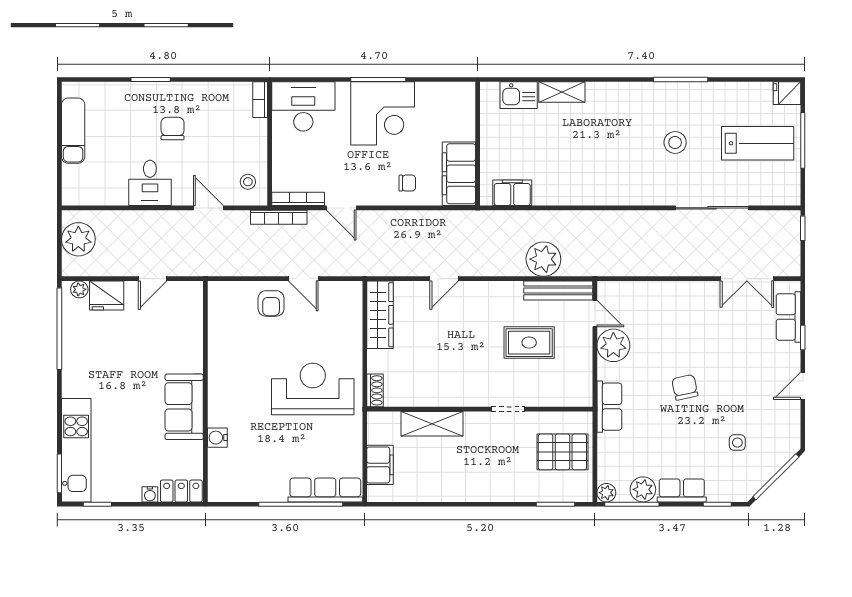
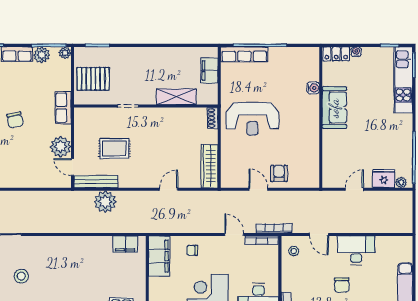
desk: (150, 183) -> (356, 250), width x1.37
plant: (78, 239) -> (402, 214), removed

